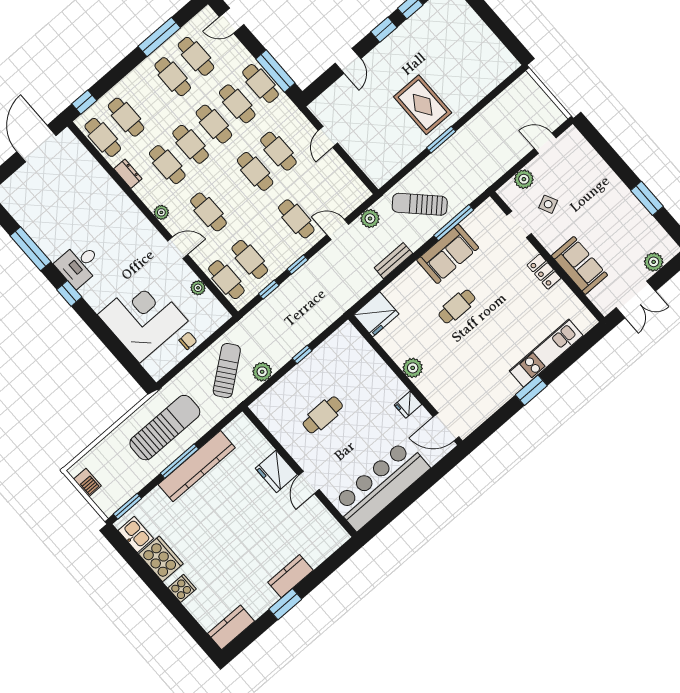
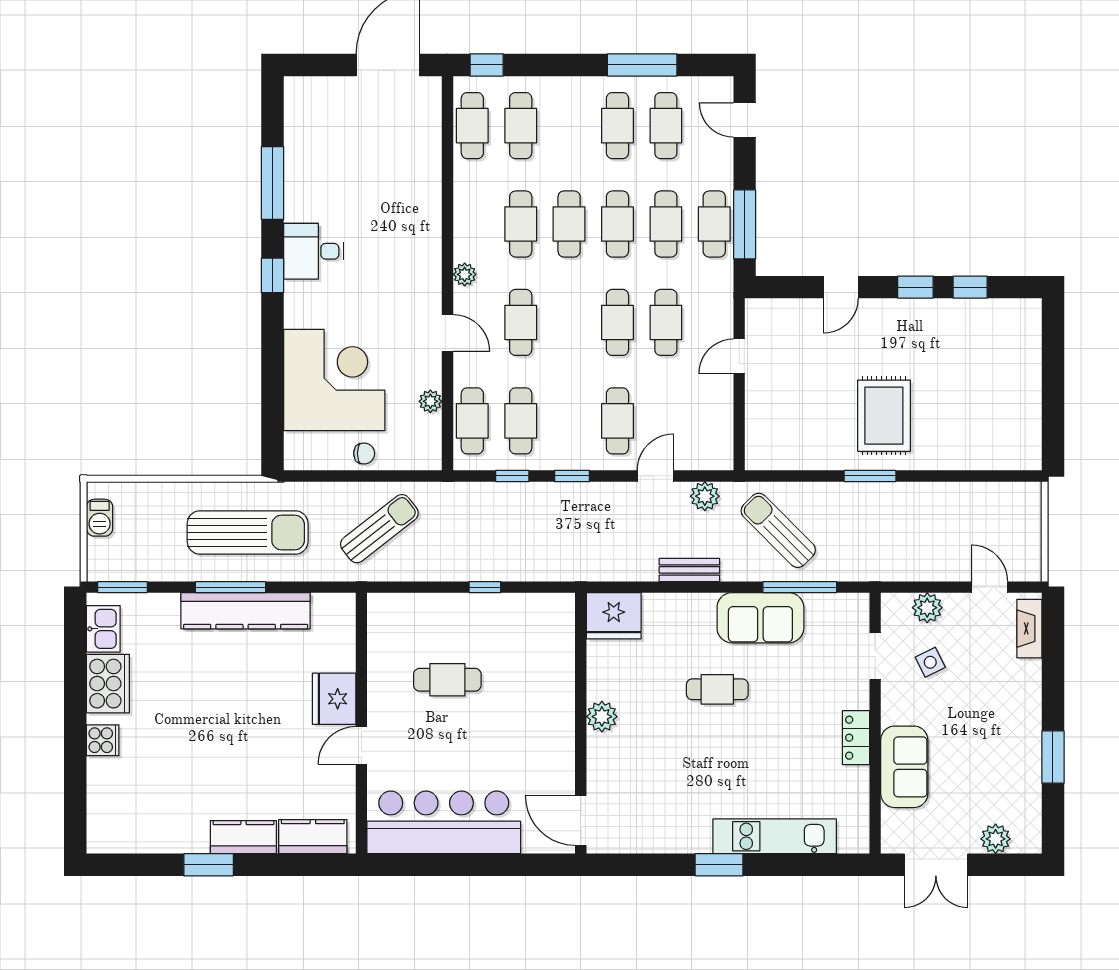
fireplace: (582, 146) -> (1029, 629), added
dresser: (128, 174) -> (465, 194), removed
door: (338, 230) -> (655, 476), hinge flipped
plant: (262, 372) -> (420, 566), removed
fridge: (408, 405) -> (559, 755), removed
kitchen counter: (231, 627) -> (313, 837), moved

